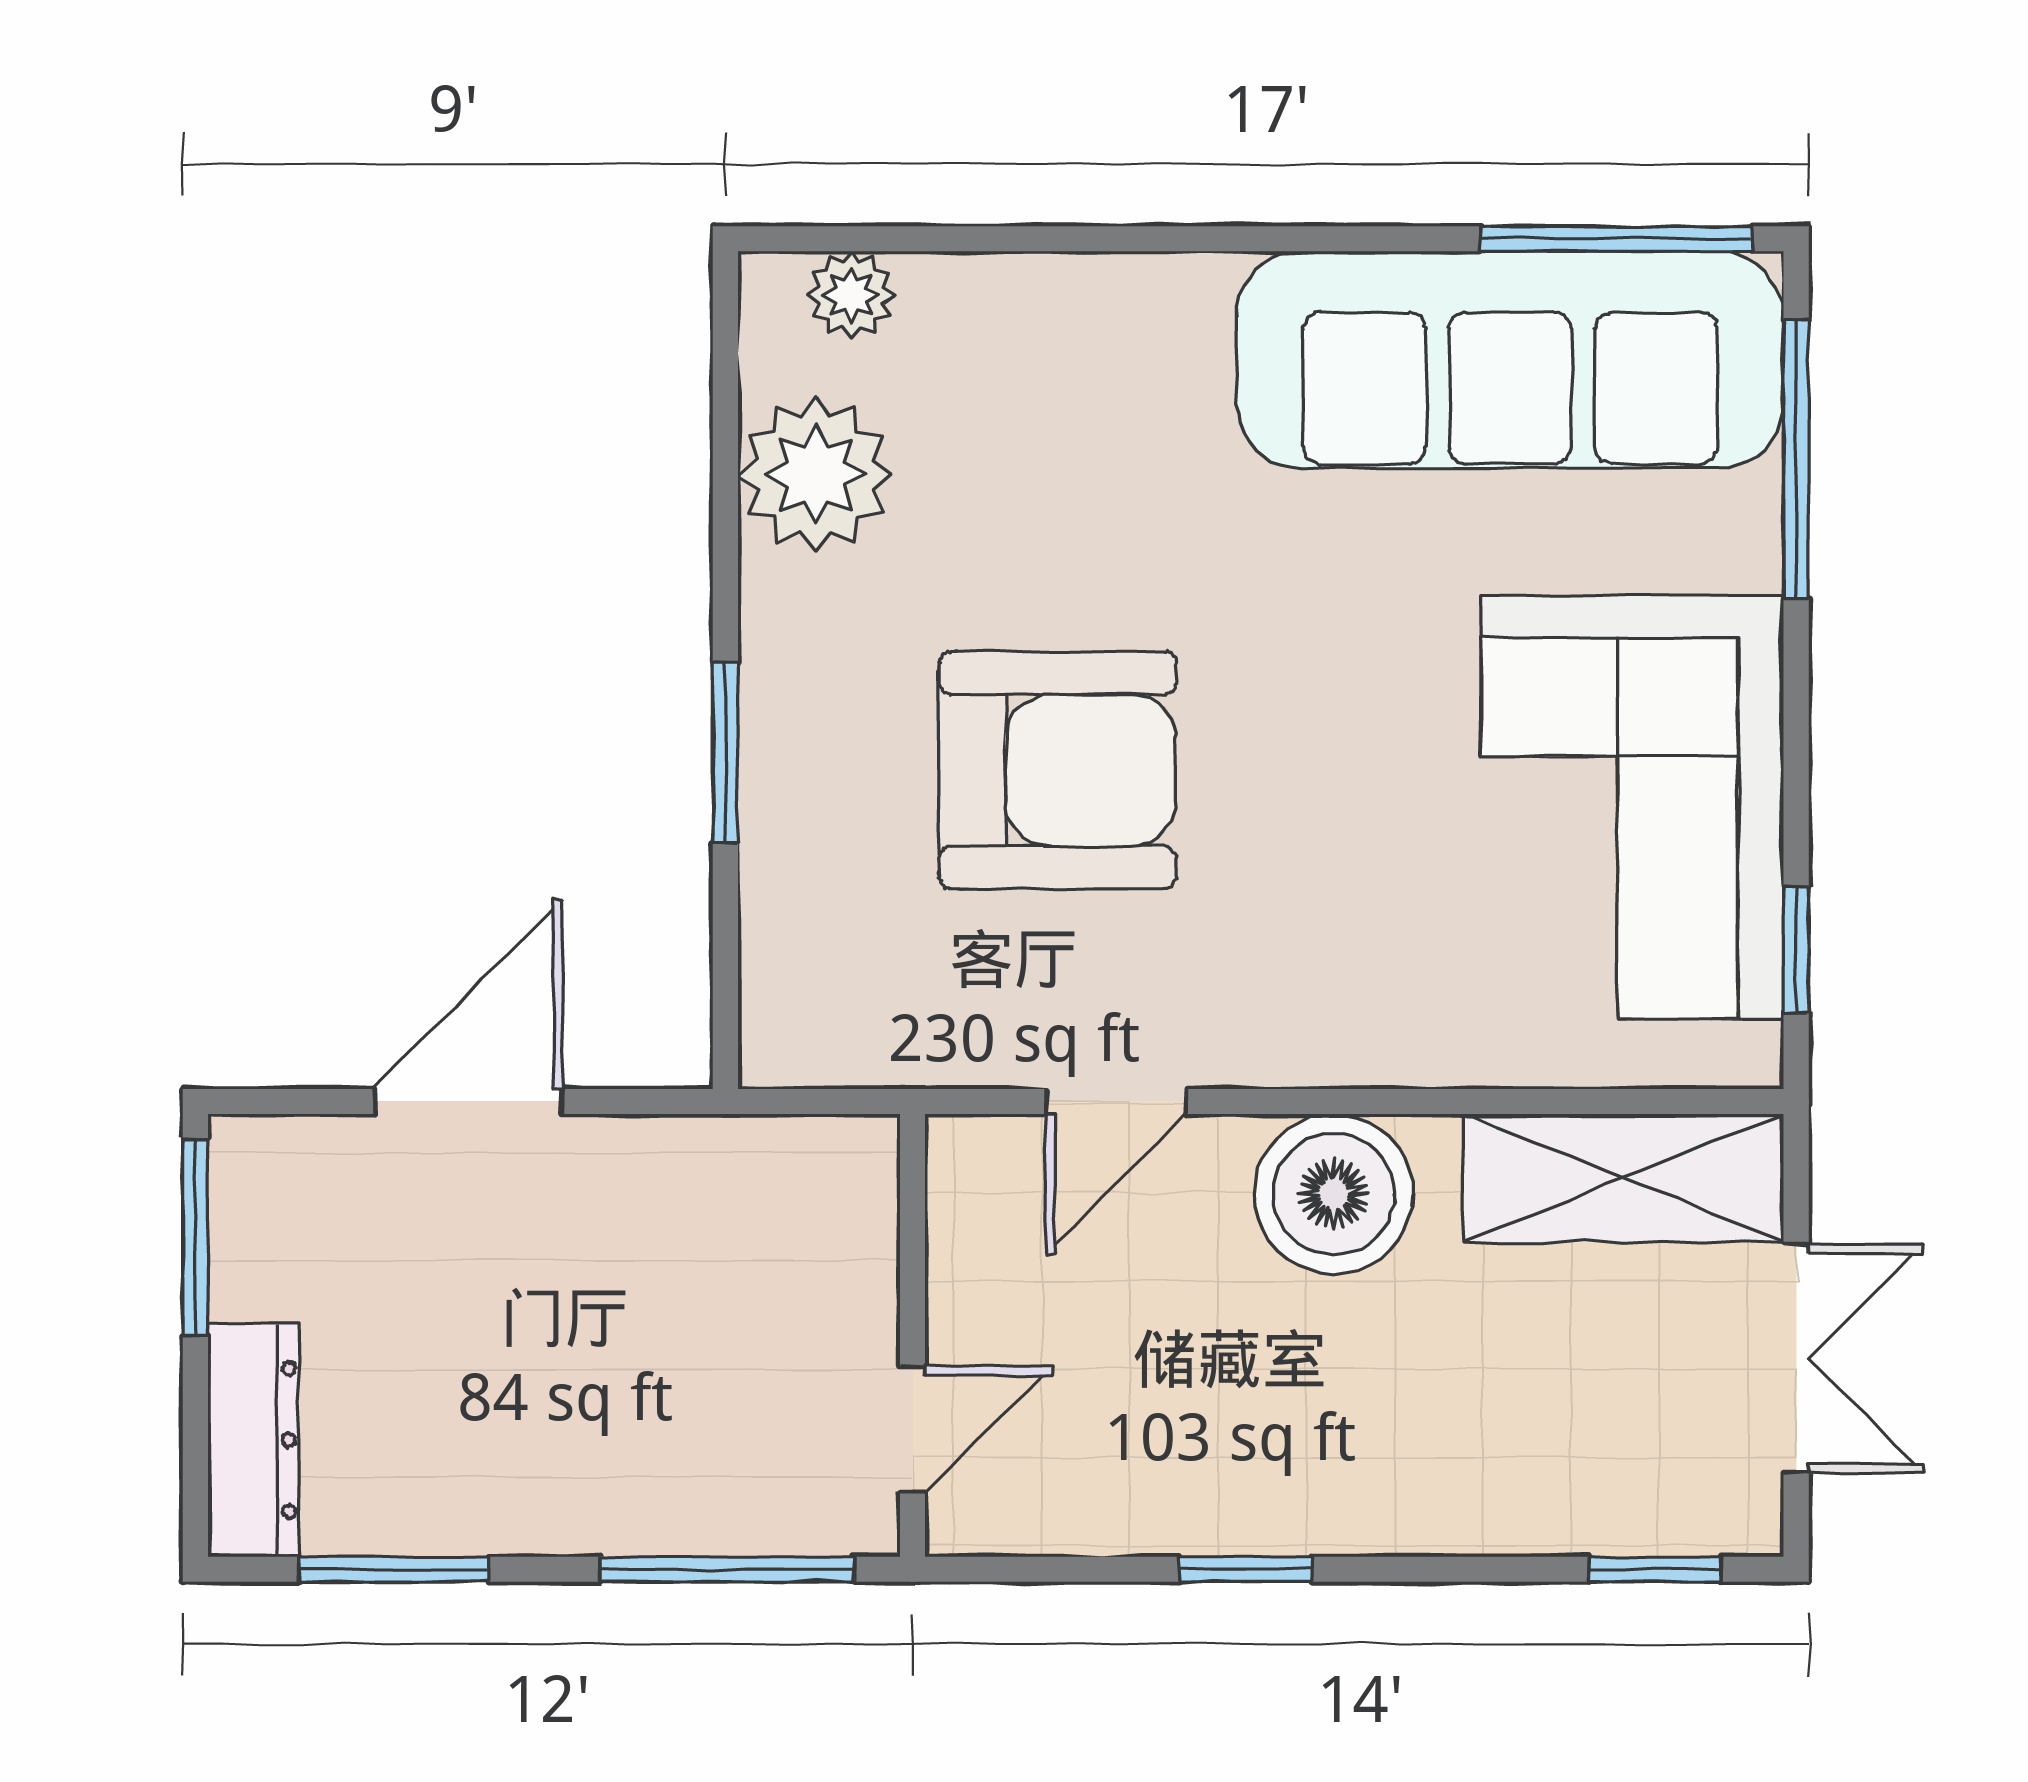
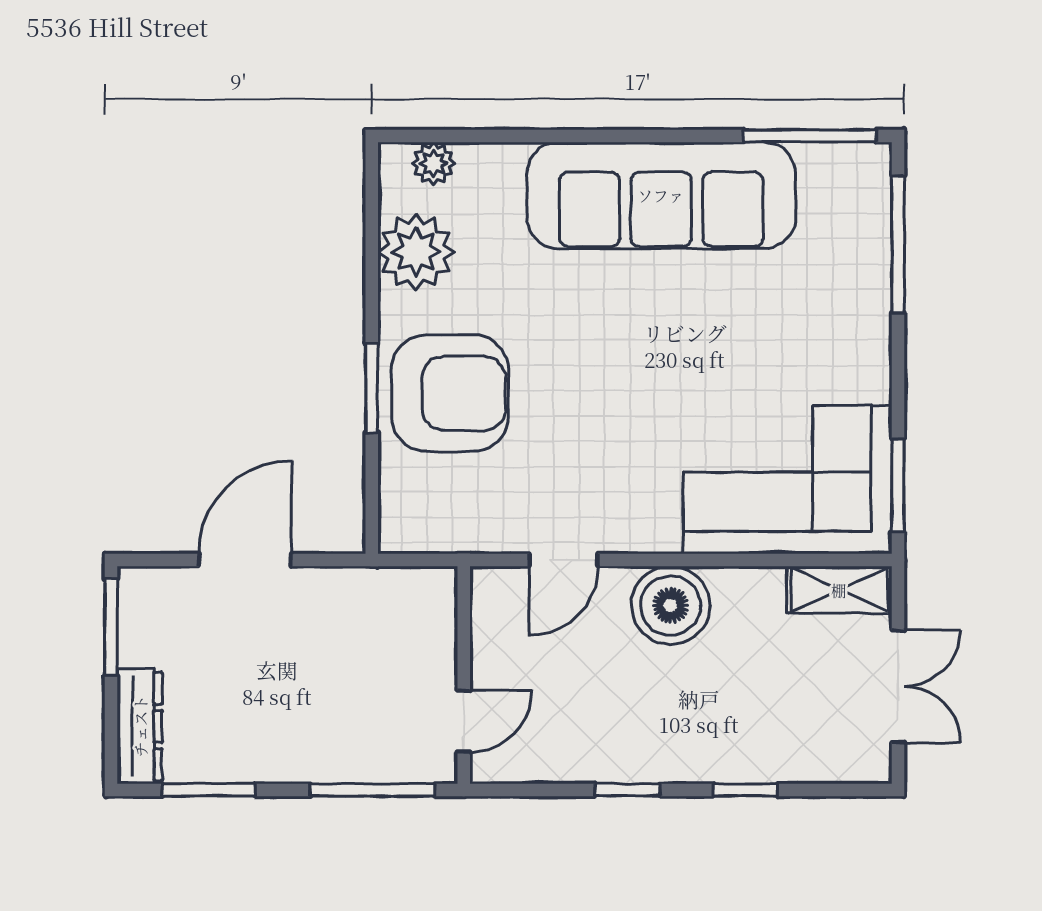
sofa: (1510, 360) -> (661, 195), moved
armchair: (1058, 770) -> (450, 393), moved
corner sofa: (1632, 807) -> (788, 480), moved, turned 90
window: (1796, 950) -> (898, 485), width x1.50
shelving: (1623, 1178) -> (839, 590), width x0.67, depth x0.75
window: (1655, 1569) -> (745, 790), moved

